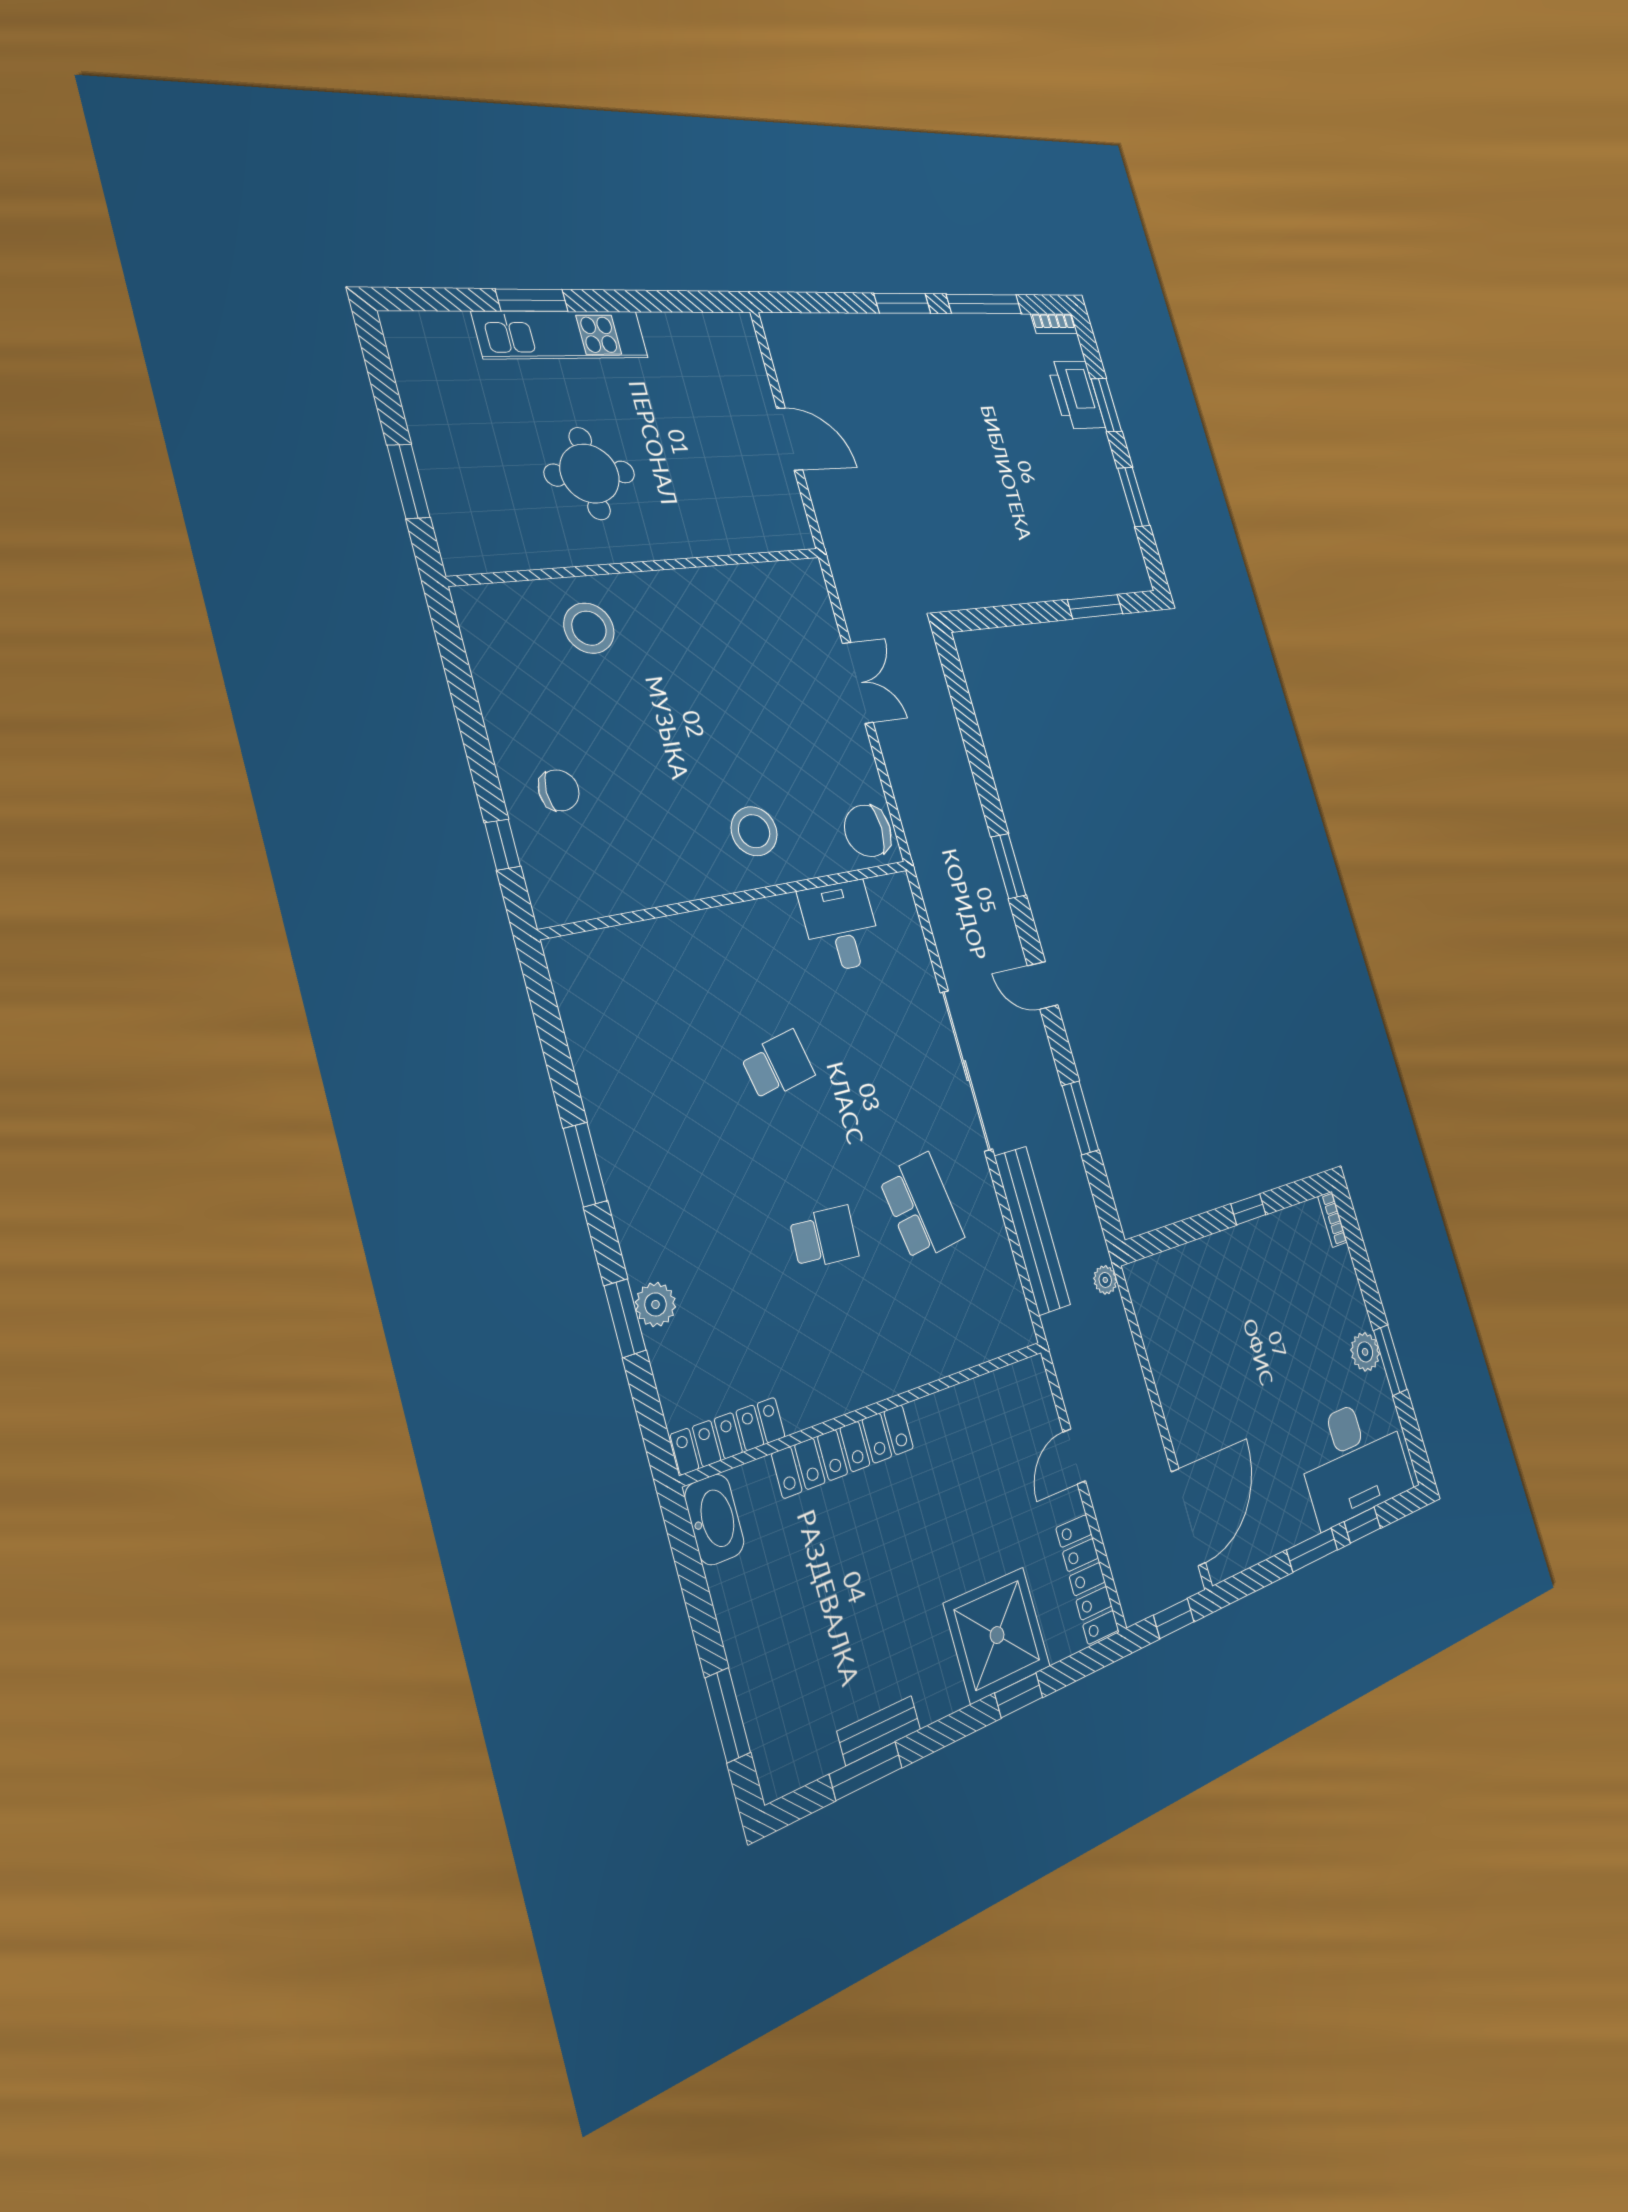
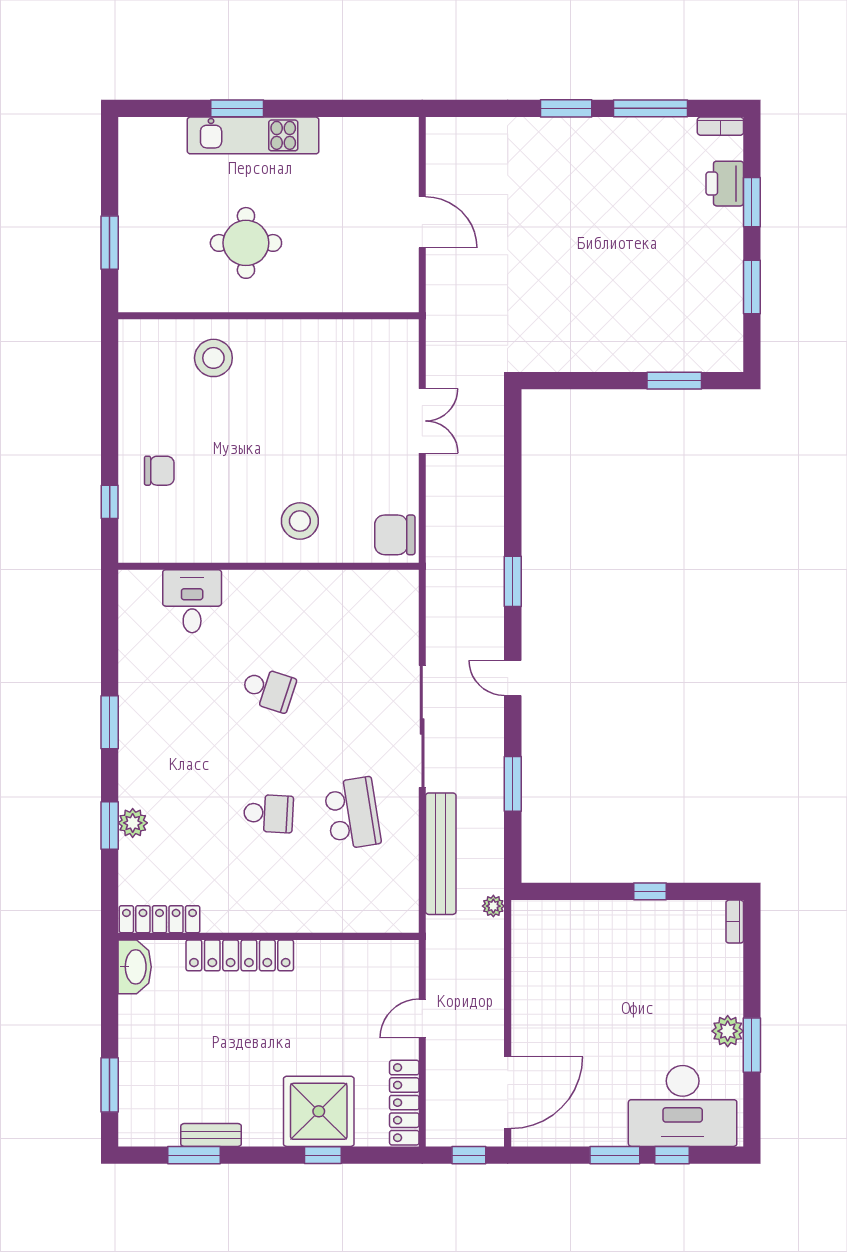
printer: (1076, 395) -> (725, 184), width x0.73, depth x0.84
desk: (841, 926) -> (192, 601), moved
school desk: (778, 1065) -> (268, 689), turned 30

